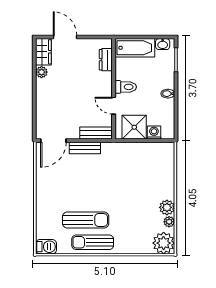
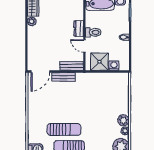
dresser: (106, 60) -> (79, 29), moved

